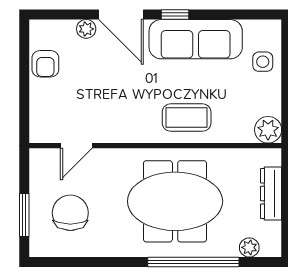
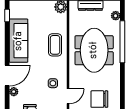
window: (175, 15) -> (7, 15), moved
side table: (263, 62) -> (53, 83), moved
door: (76, 146) -> (68, 96), hinge flipped

